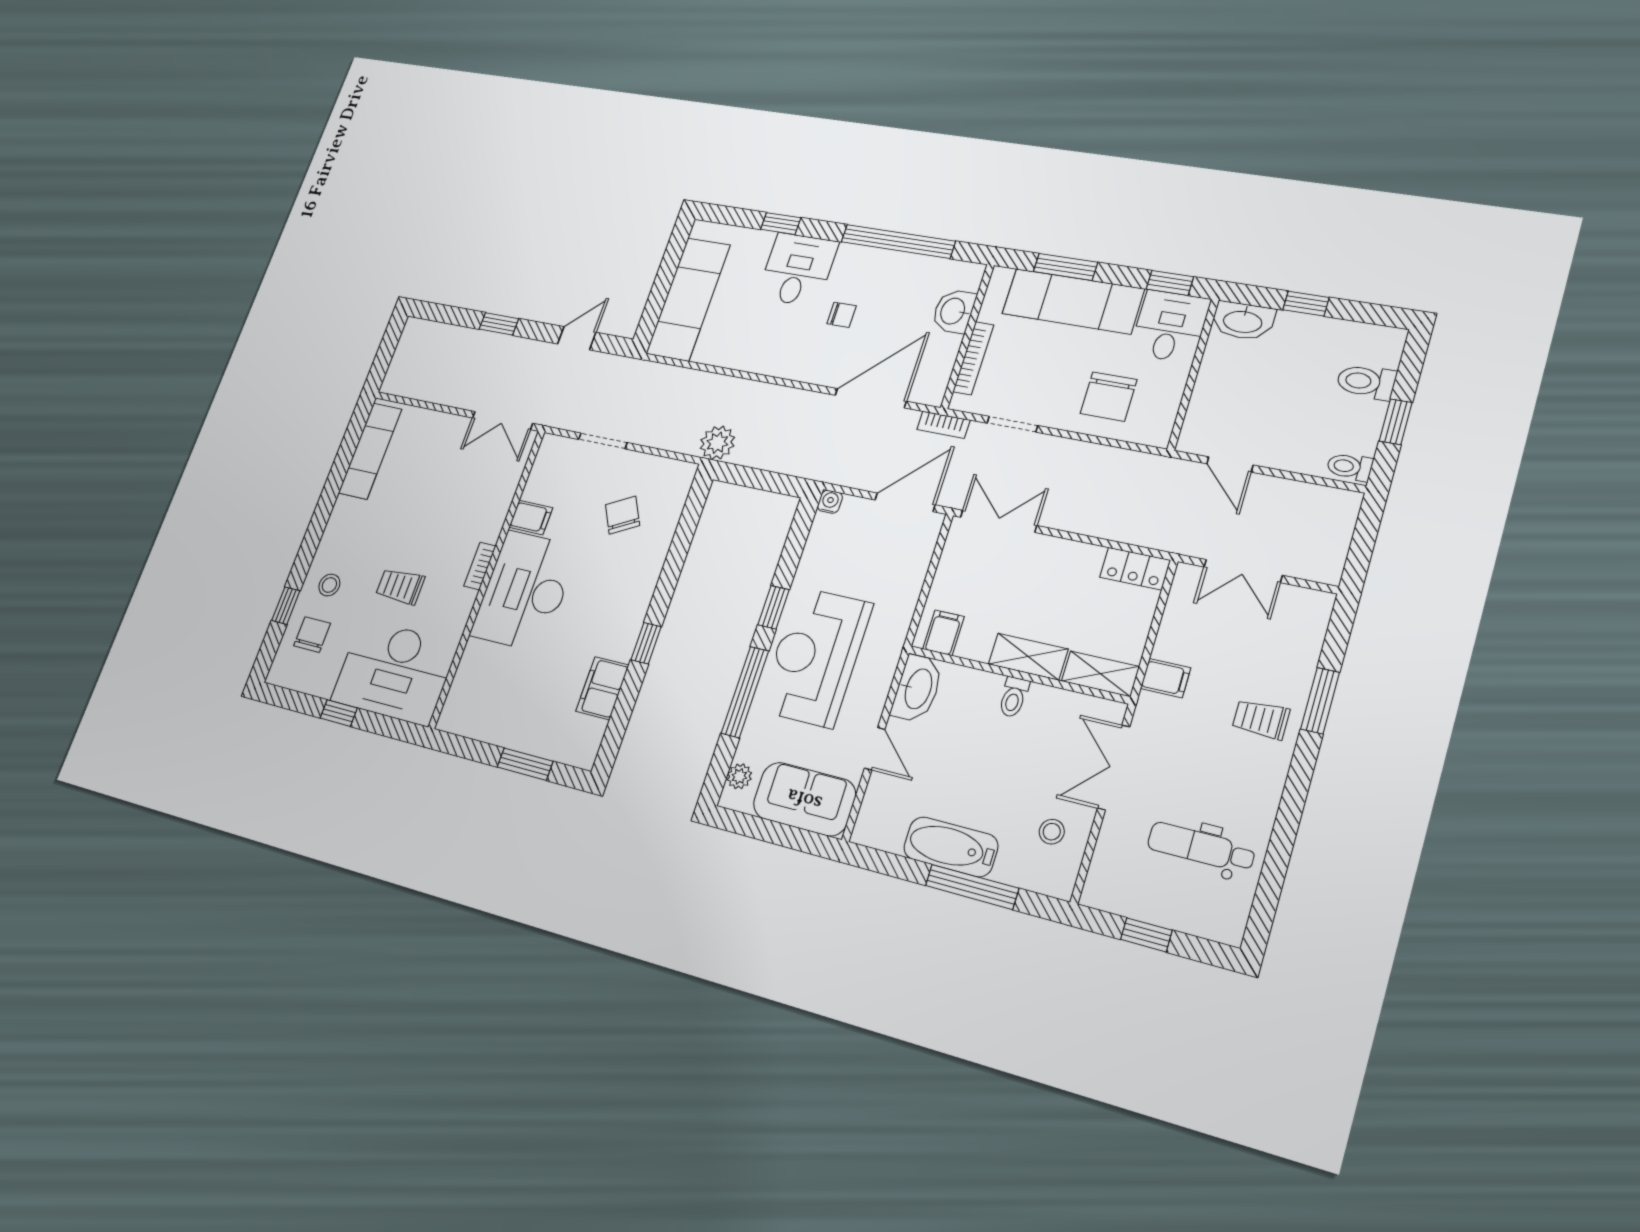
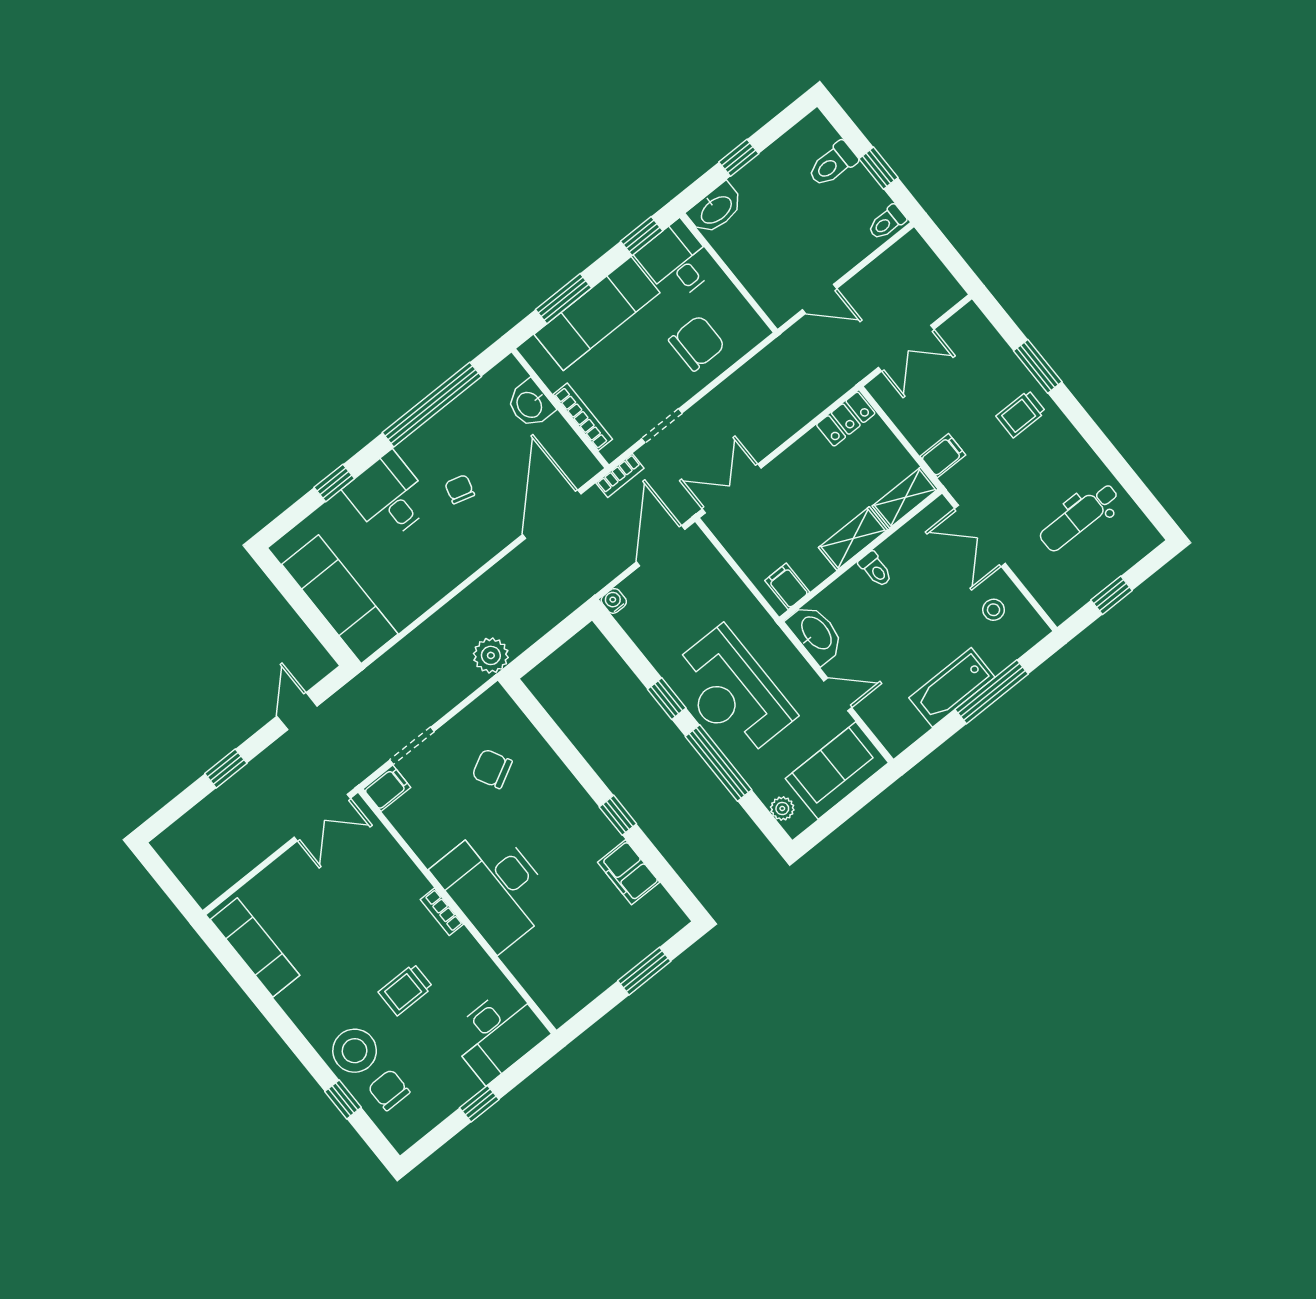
chair: (842, 315) -> (460, 489), turned -74
chair: (1109, 397) -> (697, 343), turned -90
filing cabinet: (531, 517) -> (387, 788), moved
stool: (329, 585) -> (355, 1051), width x1.89, depth x1.89
desk: (395, 672) -> (498, 1034), width x0.73, depth x0.77

